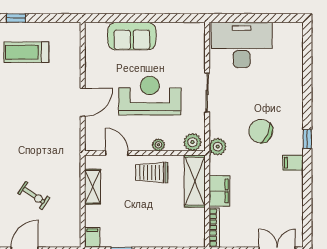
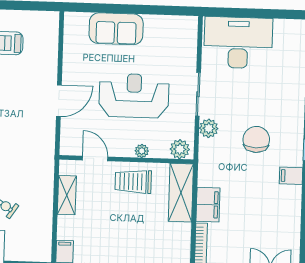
chair: (261, 131) -> (256, 139), turned 66
plant: (218, 147) -> (209, 128), moved

